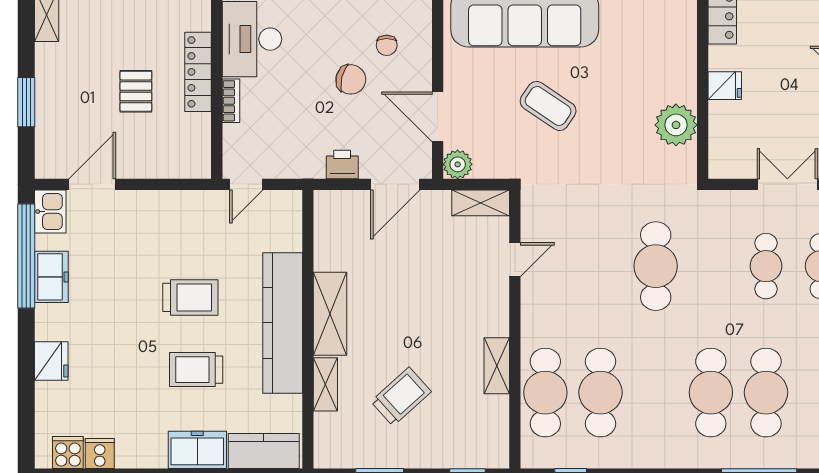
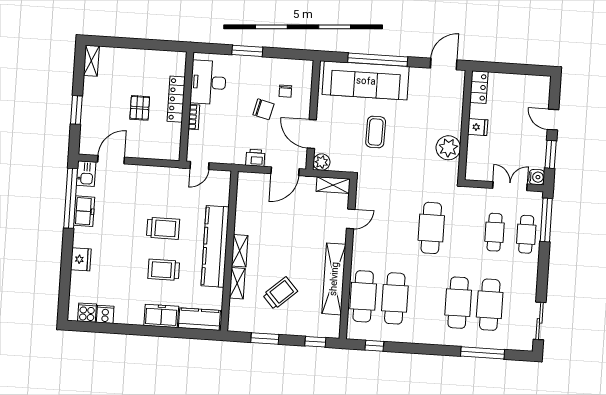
coffee table: (548, 106) -> (376, 132), turned 57
shelving: (330, 314) -> (240, 251), width x0.67, depth x0.75
shelving: (497, 366) -> (334, 279), width x2.20, depth x1.33

